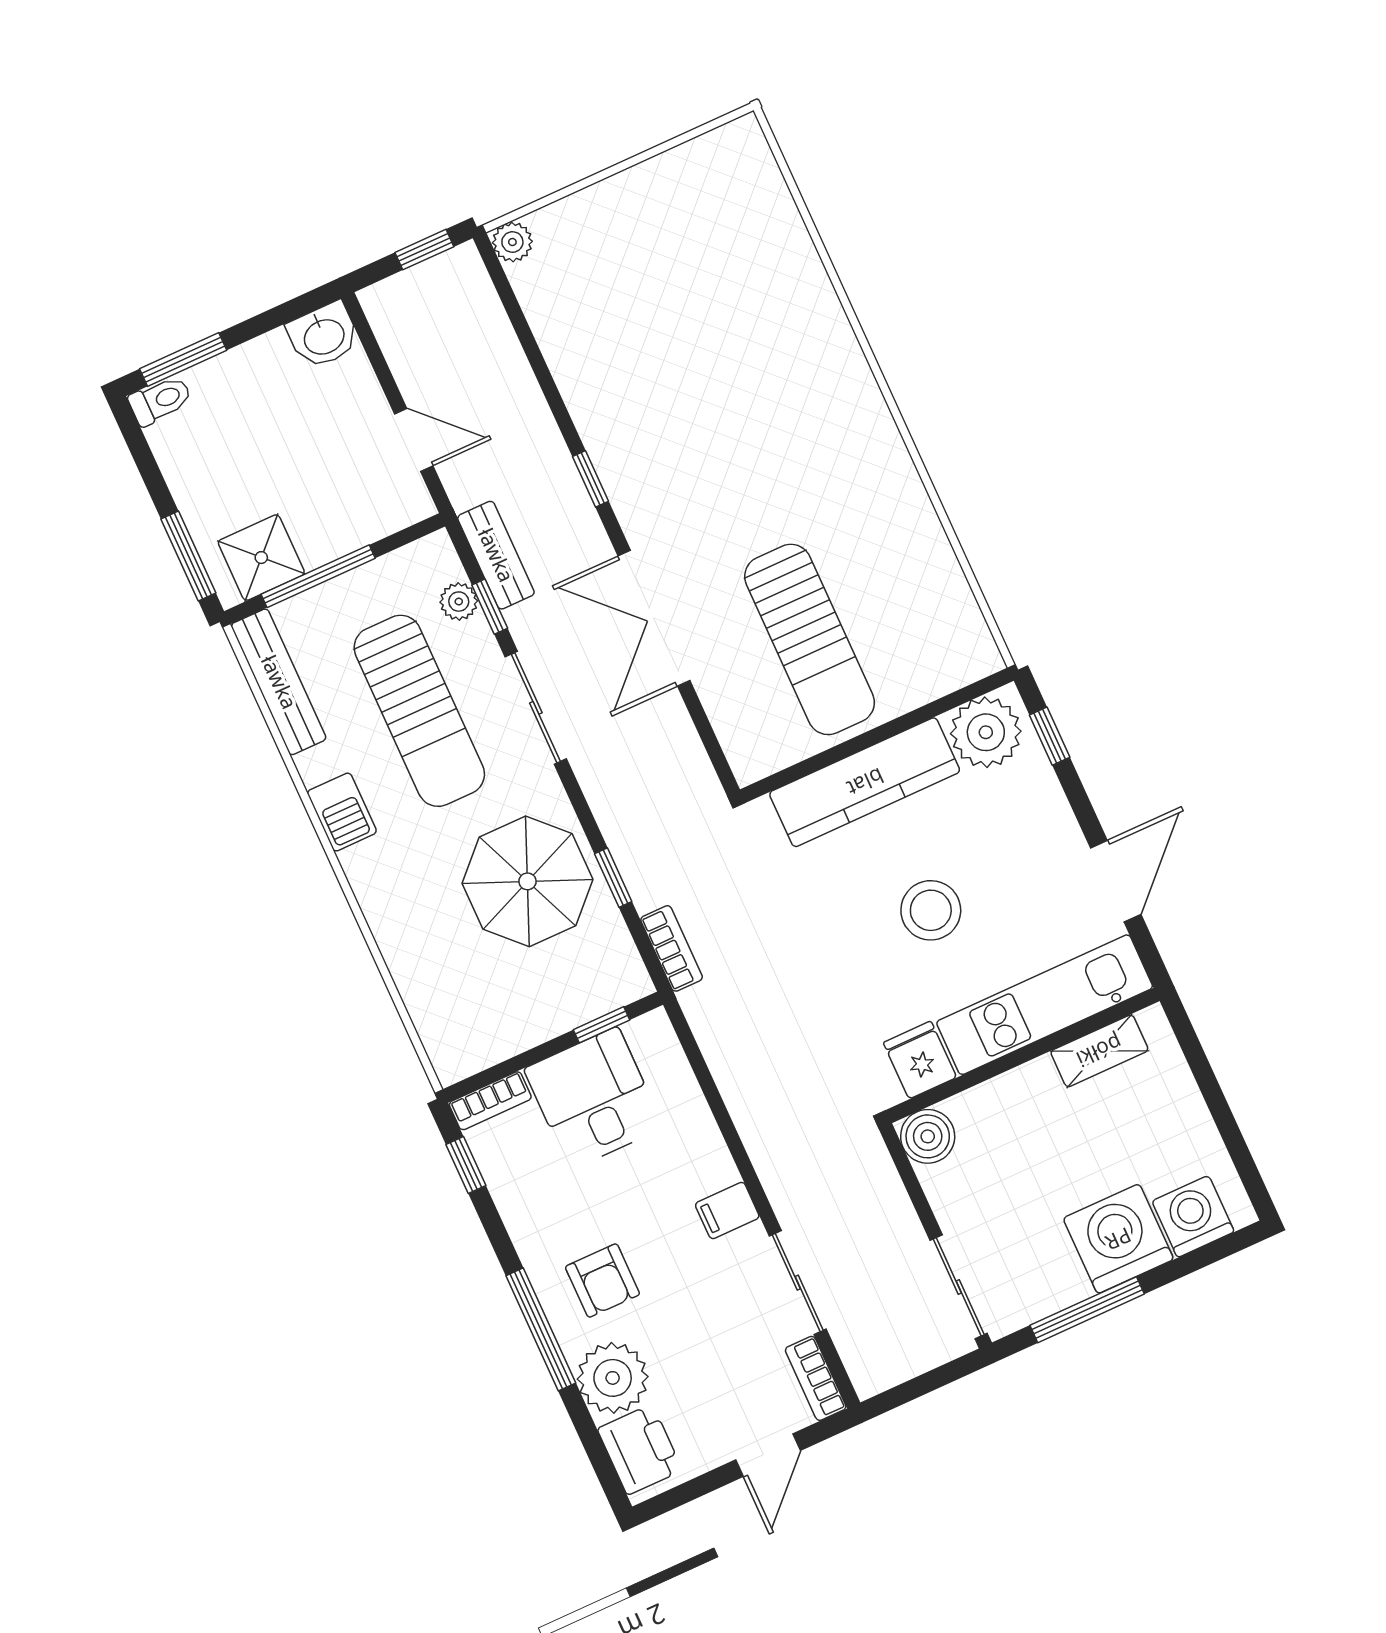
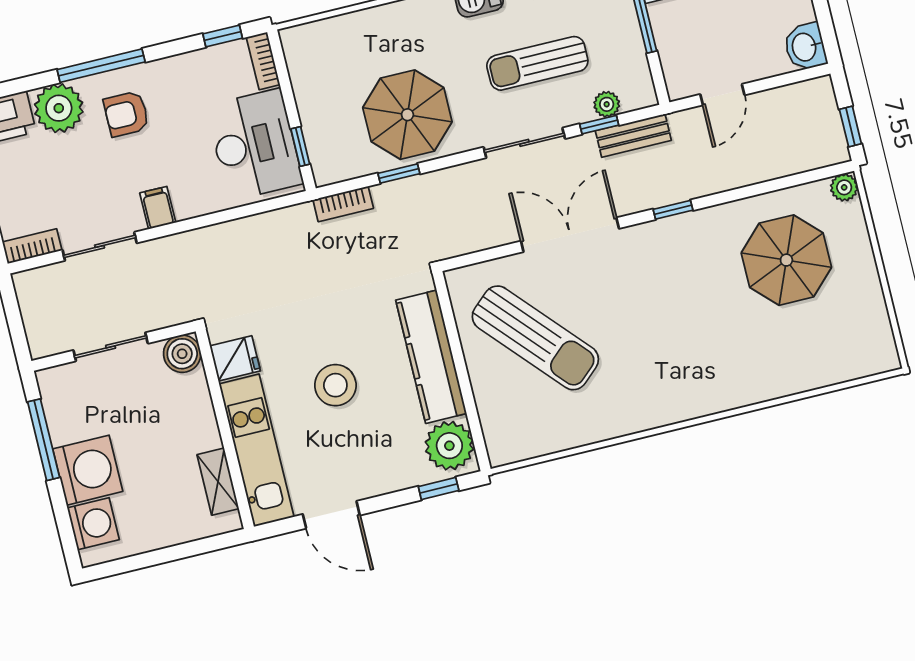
parasol: (631, 304) -> (786, 260), added
sun lounger: (810, 639) -> (535, 338), turned -132
sun lounger: (419, 711) -> (537, 63), width x0.73, depth x0.75
desk: (594, 1098) -> (255, 145), width x1.37
sliding door: (959, 1287) -> (111, 347), moved

